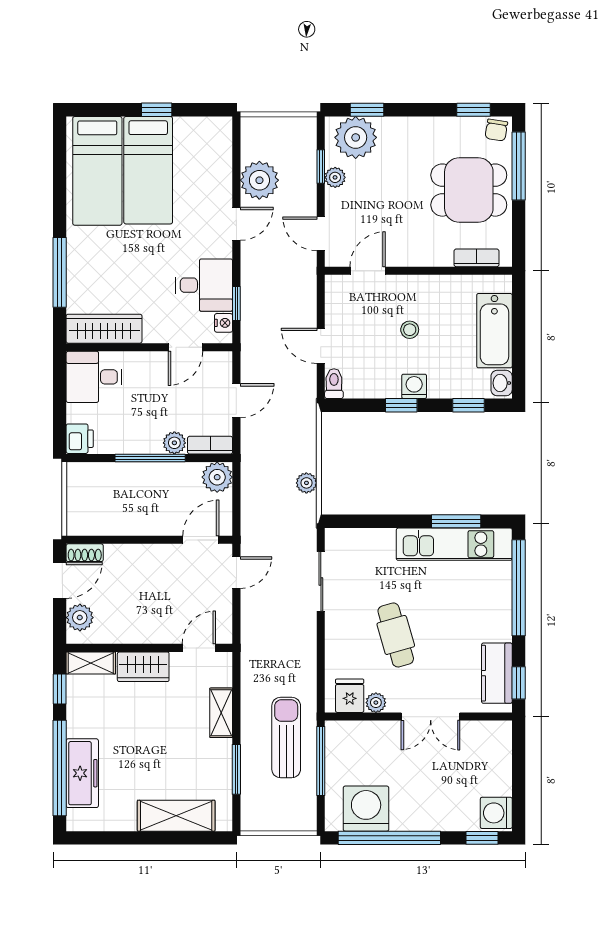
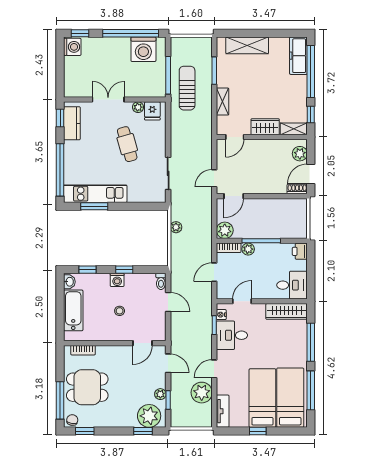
tv unit: (221, 146) -> (223, 411), added
window: (60, 184) -> (311, 390), added
sun lounger: (286, 738) -> (187, 88), turned 180
freezer: (82, 773) -> (298, 56), moved

